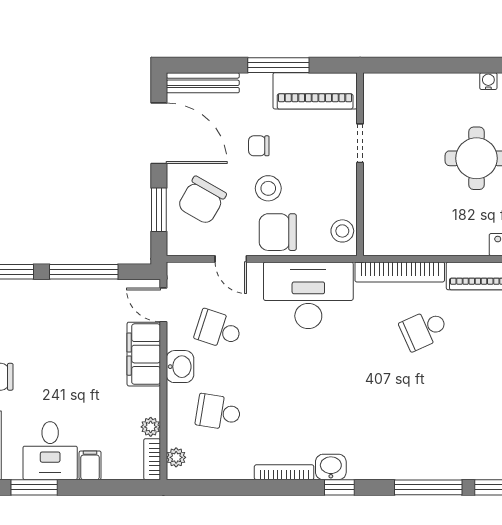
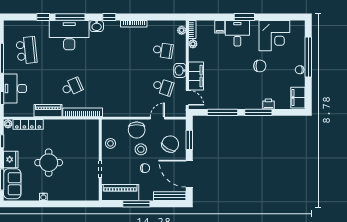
stool: (342, 231) -> (110, 143), moved
chair: (278, 232) -> (137, 130), turned 90
door: (231, 259) -> (157, 118), hinge flipped
desk: (308, 295) -> (69, 35), moved, turned 180
washbasin: (331, 467) -> (97, 26), moved

